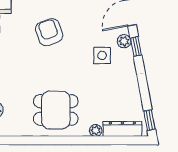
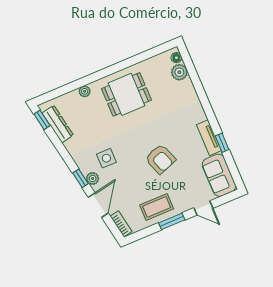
dresser: (122, 129) -> (58, 124), moved, turned -100

